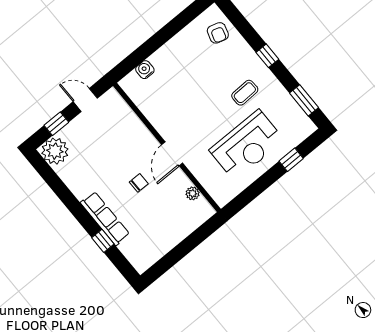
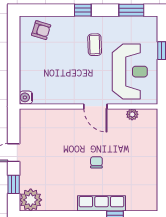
wall: (167, 147) -> (88, 106), moved
door: (172, 154) -> (95, 106), moved
plant: (193, 193) -> (132, 114), moved

